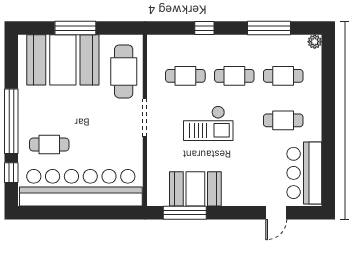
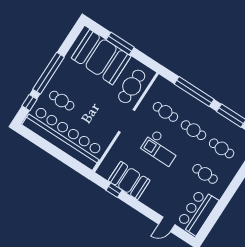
window: (204, 28) -> (194, 92), width x3.17
window: (185, 213) -> (114, 190), width x0.46

